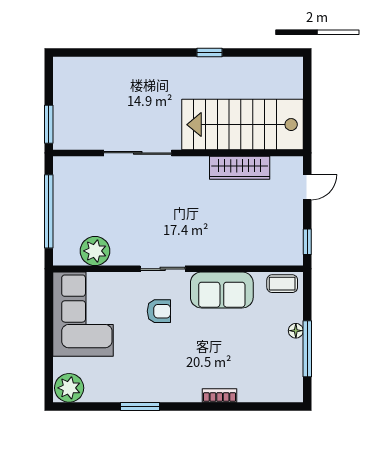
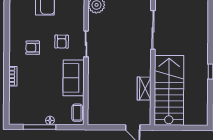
wardrobe: (240, 168) -> (144, 89), width x0.67
window: (307, 242) -> (101, 127), removed
armchair: (170, 361) -> (33, 48), added
window: (140, 406) -> (7, 30), removed

